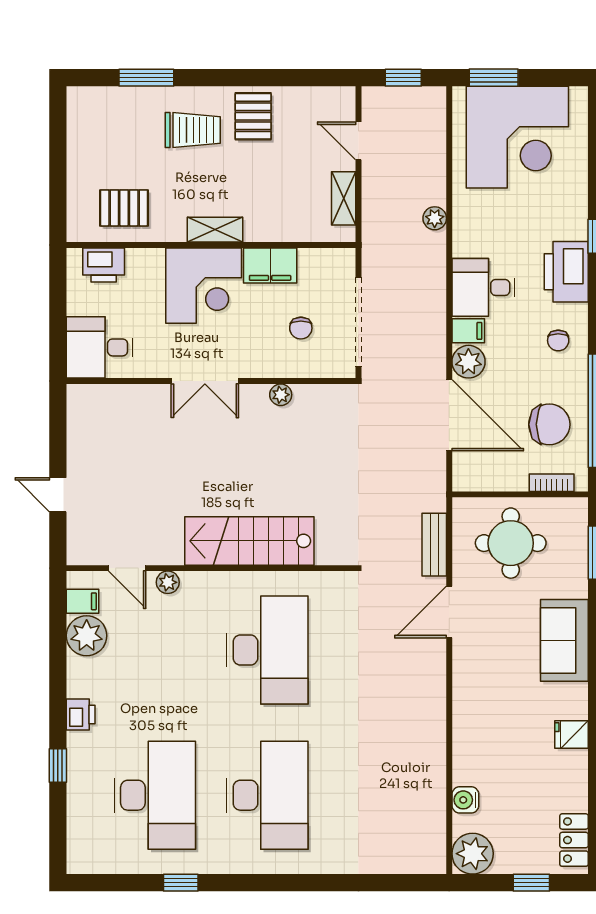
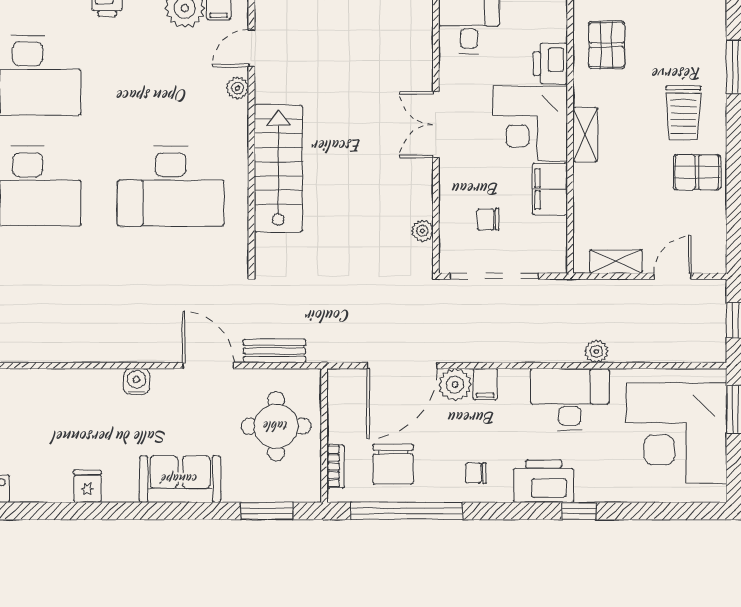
printer: (104, 265) -> (550, 64), moved
desk: (483, 287) -> (570, 399), moved, width x1.37
plant: (281, 395) -> (422, 231), moved
water cooler: (465, 800) -> (137, 381), moved

